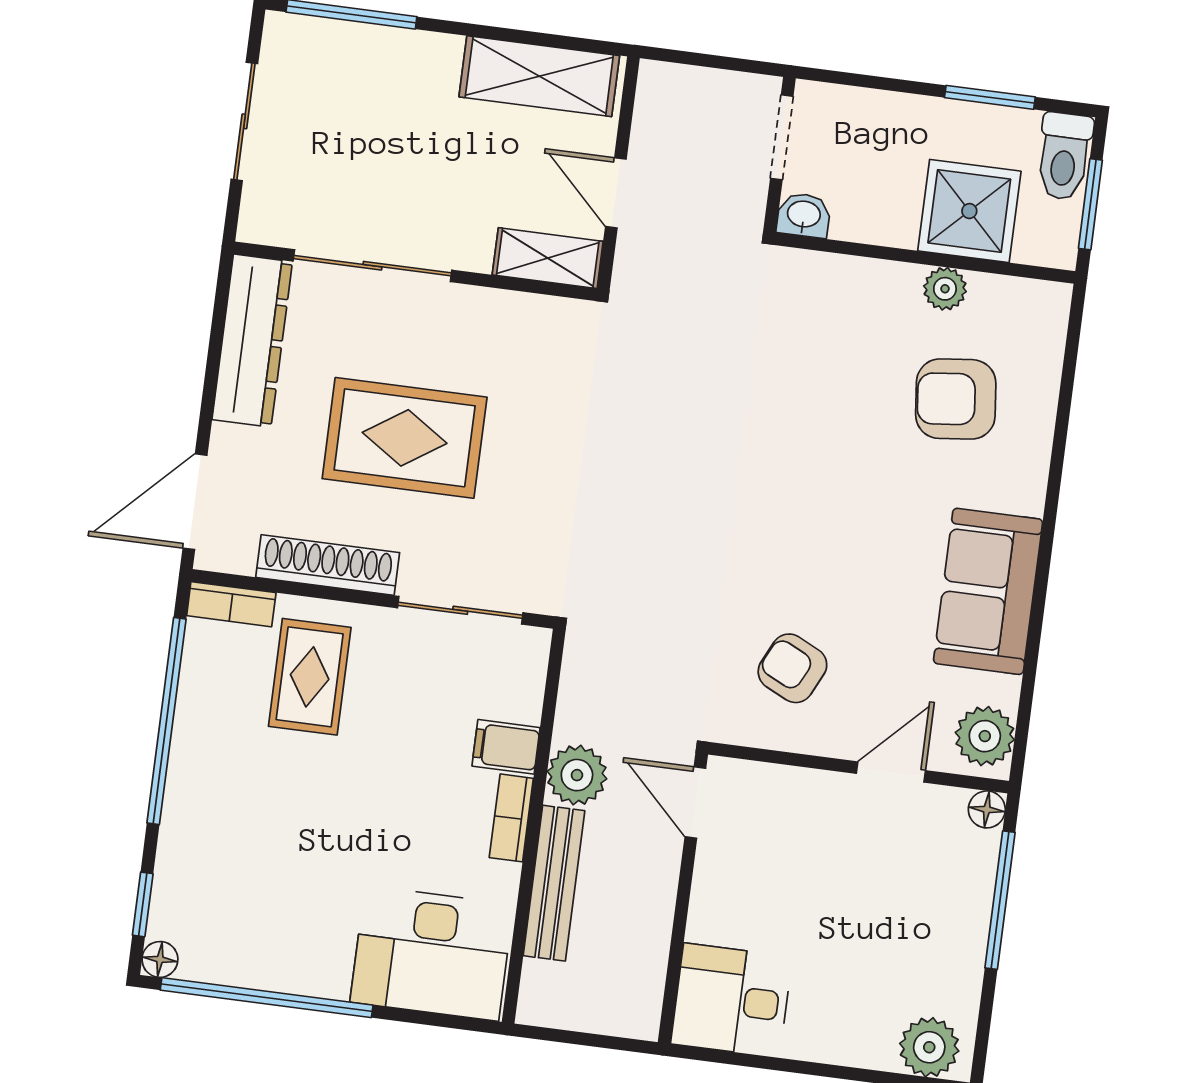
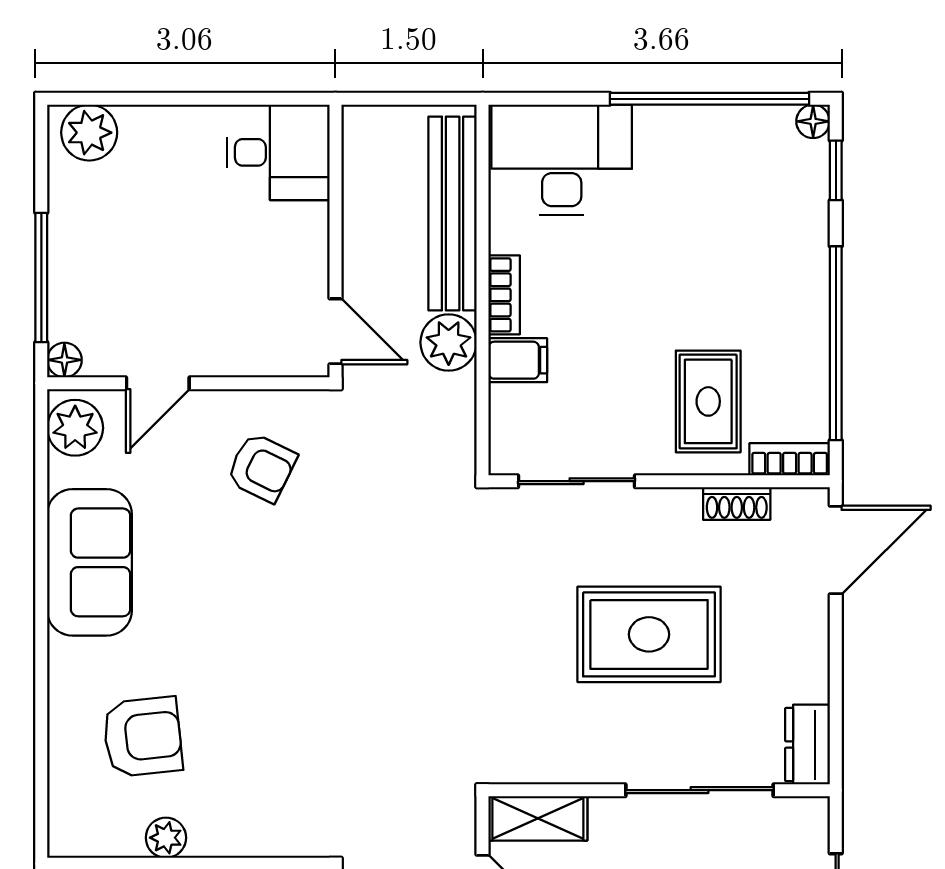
dresser: (252, 341) -> (807, 745), width x0.51, depth x0.80
shoe rack: (328, 565) -> (737, 503), width x0.51, depth x0.81
bench: (554, 883) -> (453, 213), width x1.37, depth x1.21

